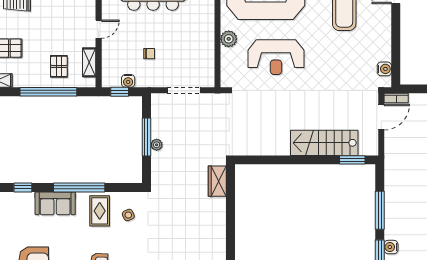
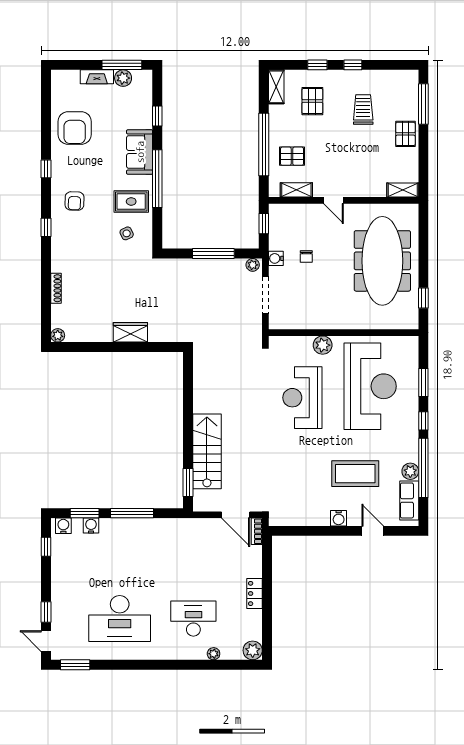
water cooler: (384, 69) -> (339, 518), moved
water cooler: (128, 81) -> (276, 258), moved
plant: (157, 145) -> (253, 265), moved
wardrobe: (217, 181) -> (130, 332), moved

